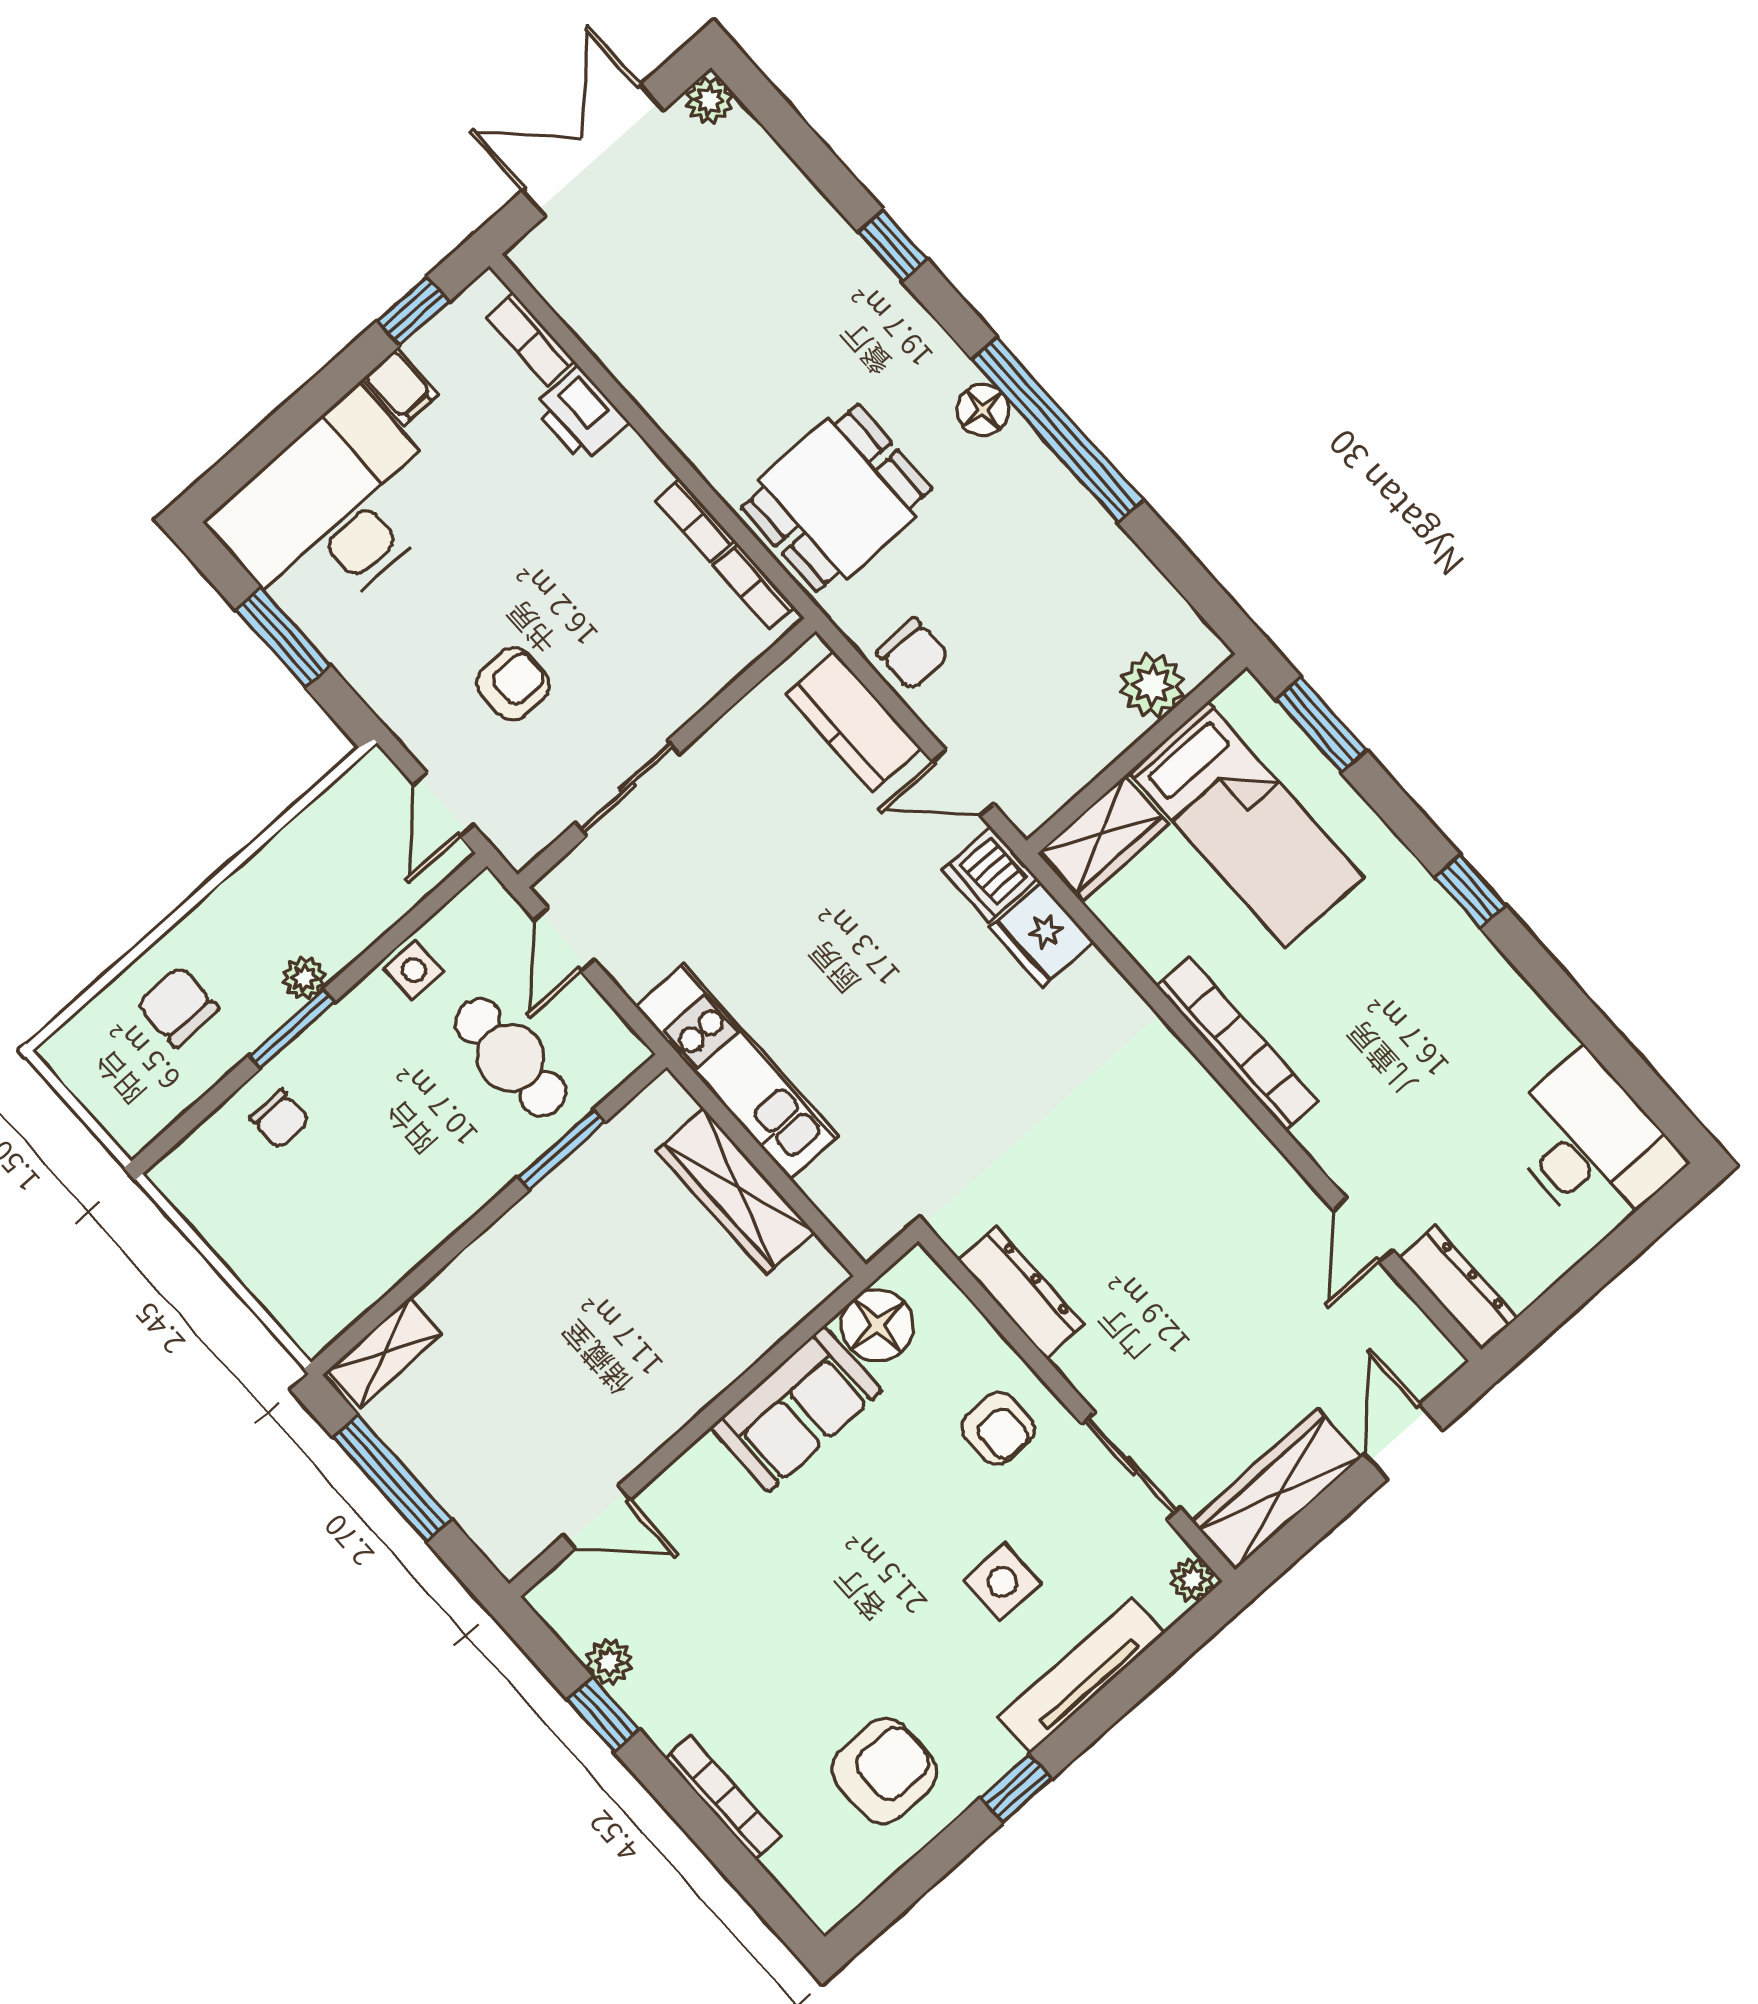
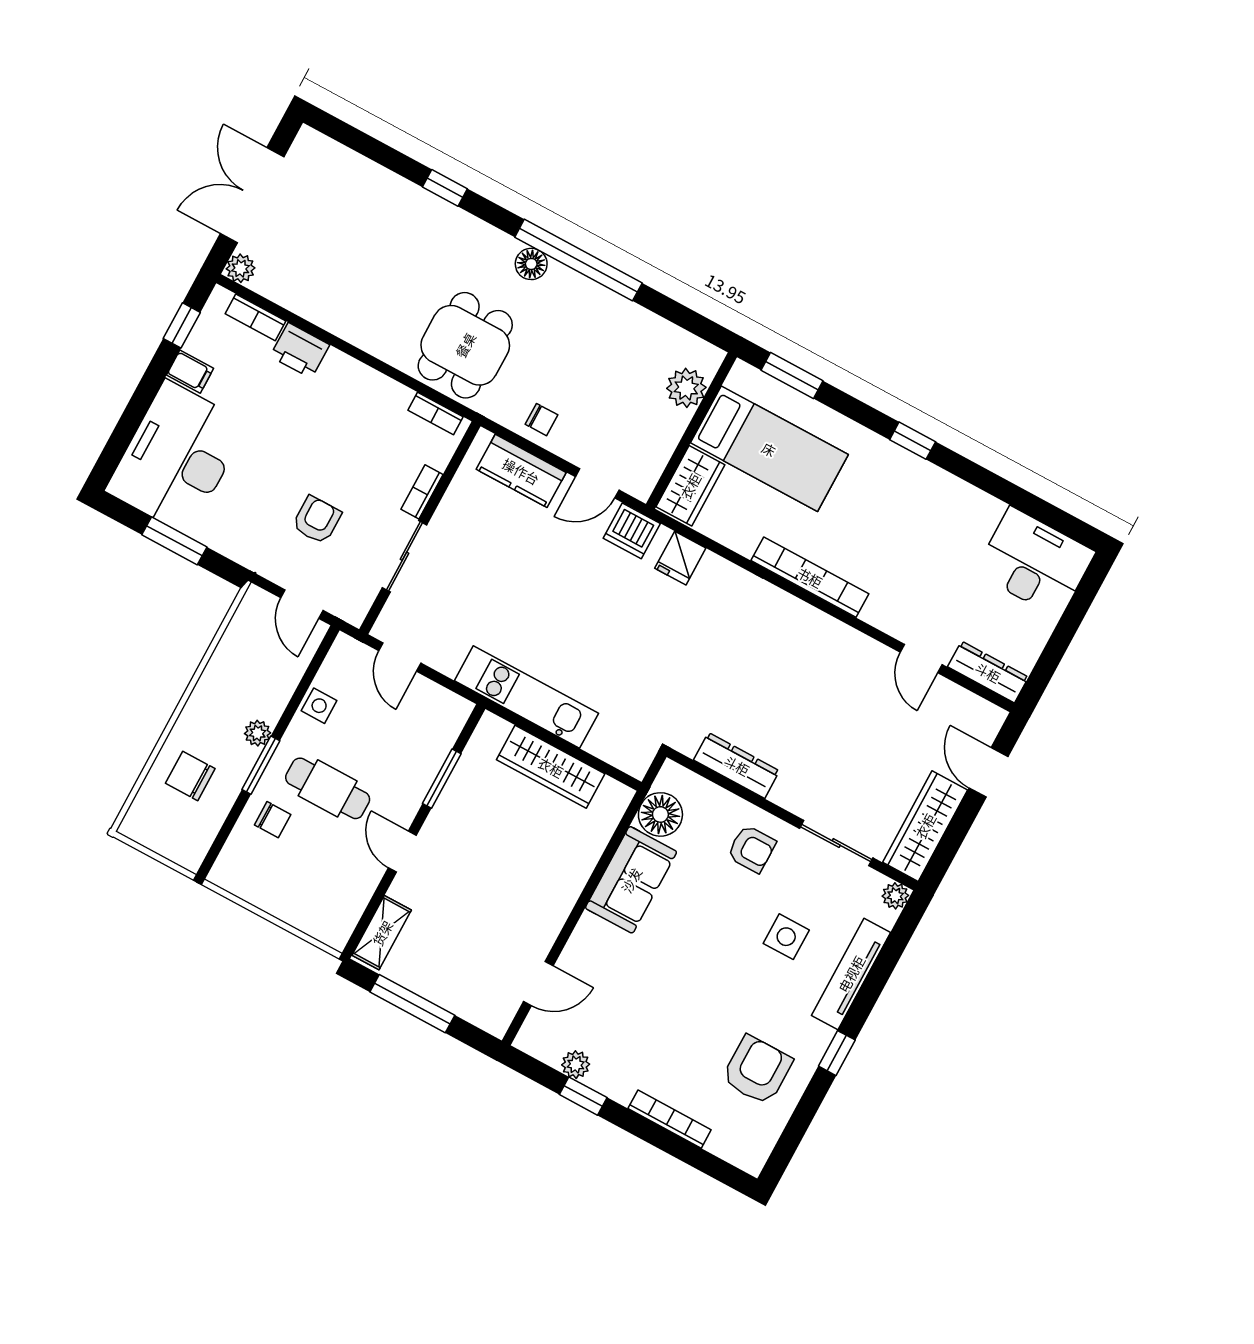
plant: (709, 100) -> (240, 268), moved
bookcase: (695, 520) -> (422, 492), moved, turned 90
chair: (913, 654) -> (542, 420), width x0.73, depth x0.73
fridge: (1042, 935) -> (680, 558), width x0.72
cafe table: (510, 1057) -> (328, 788), moved
door: (461, 1240) -> (402, 852), added

